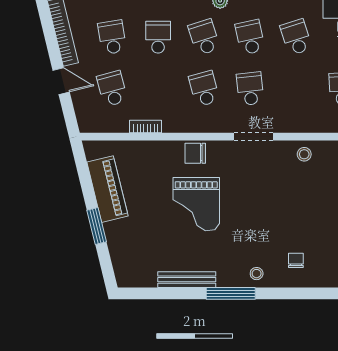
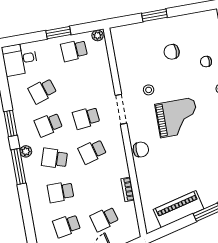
school desk: (204, 37) -> (55, 158), turned 36
chair: (195, 153) -> (141, 150), turned -90
stool: (304, 154) -> (149, 90), moved
grand piano: (196, 204) -> (177, 118), moved
chair: (317, 217) -> (172, 52), added

